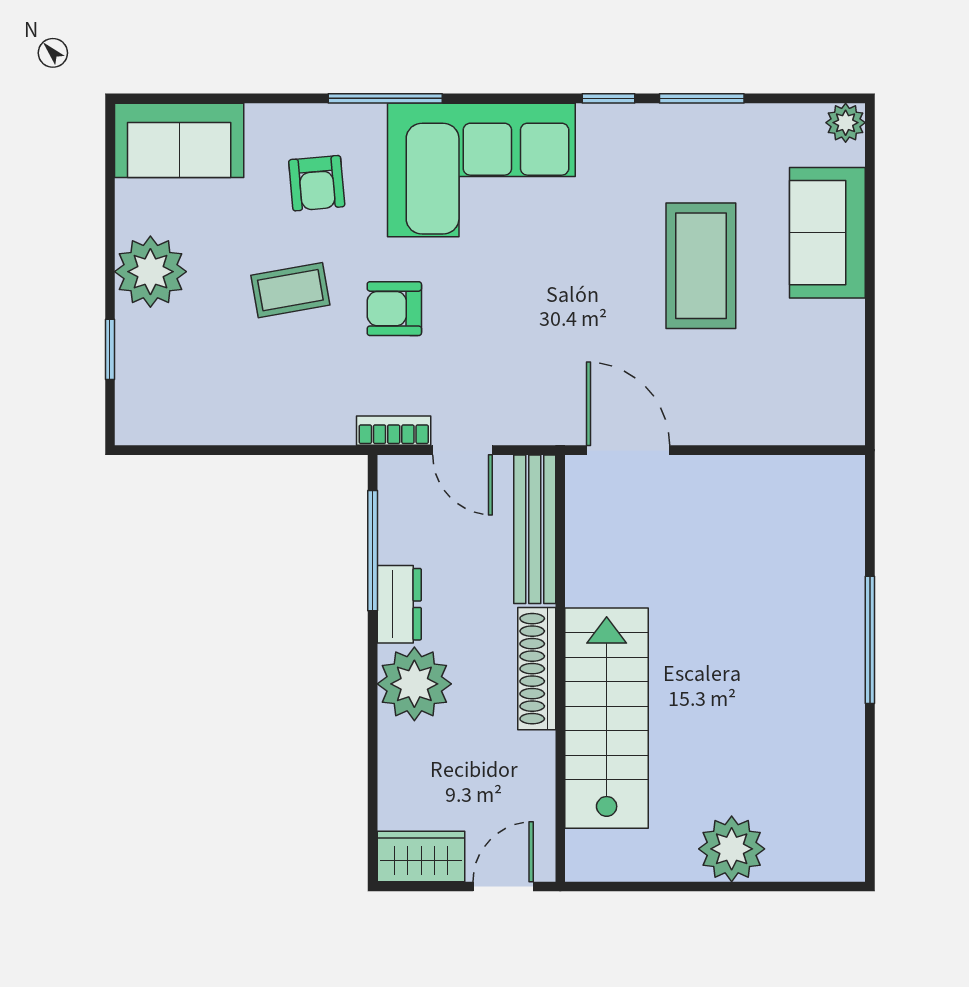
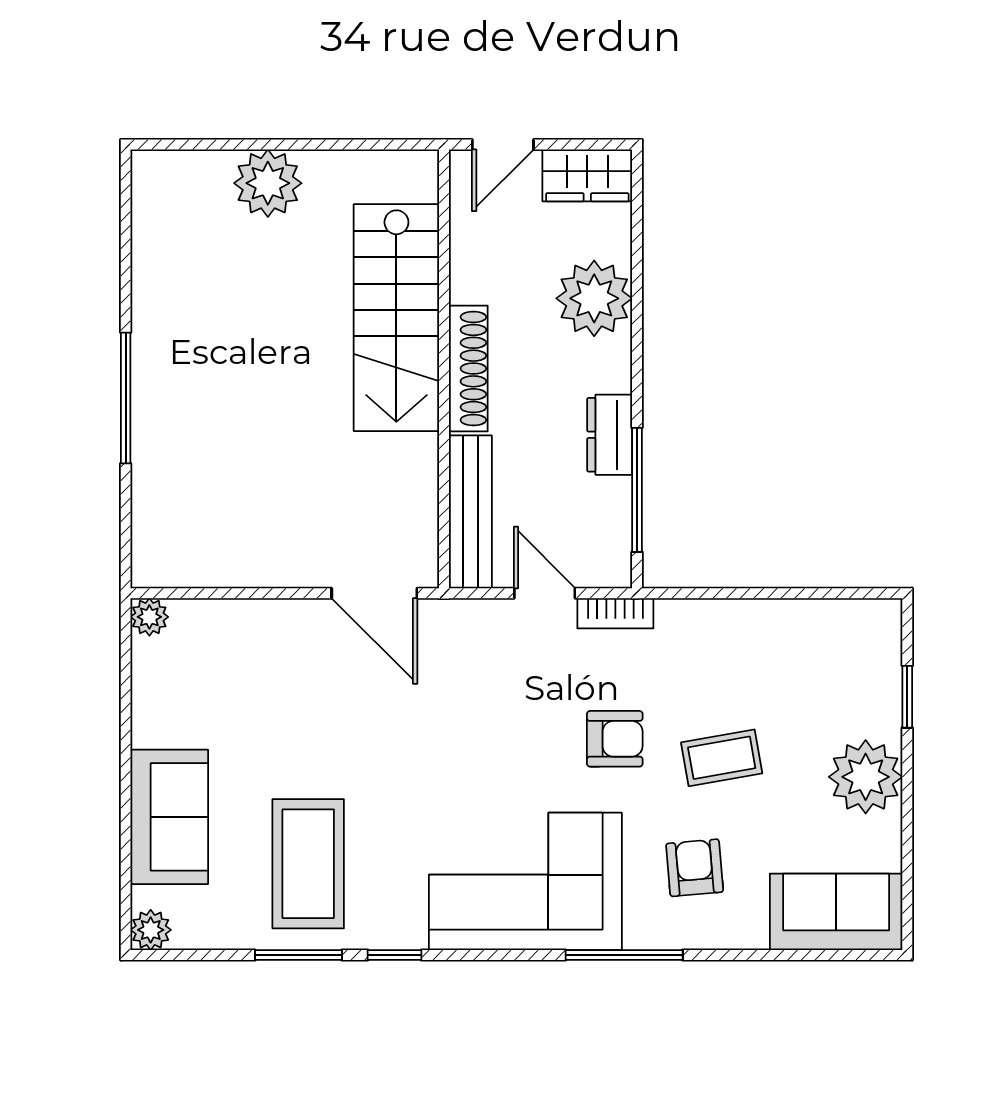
coffee table: (701, 266) -> (308, 864), moved
plant: (847, 427) -> (149, 617), added
plant: (414, 684) -> (594, 298), moved

